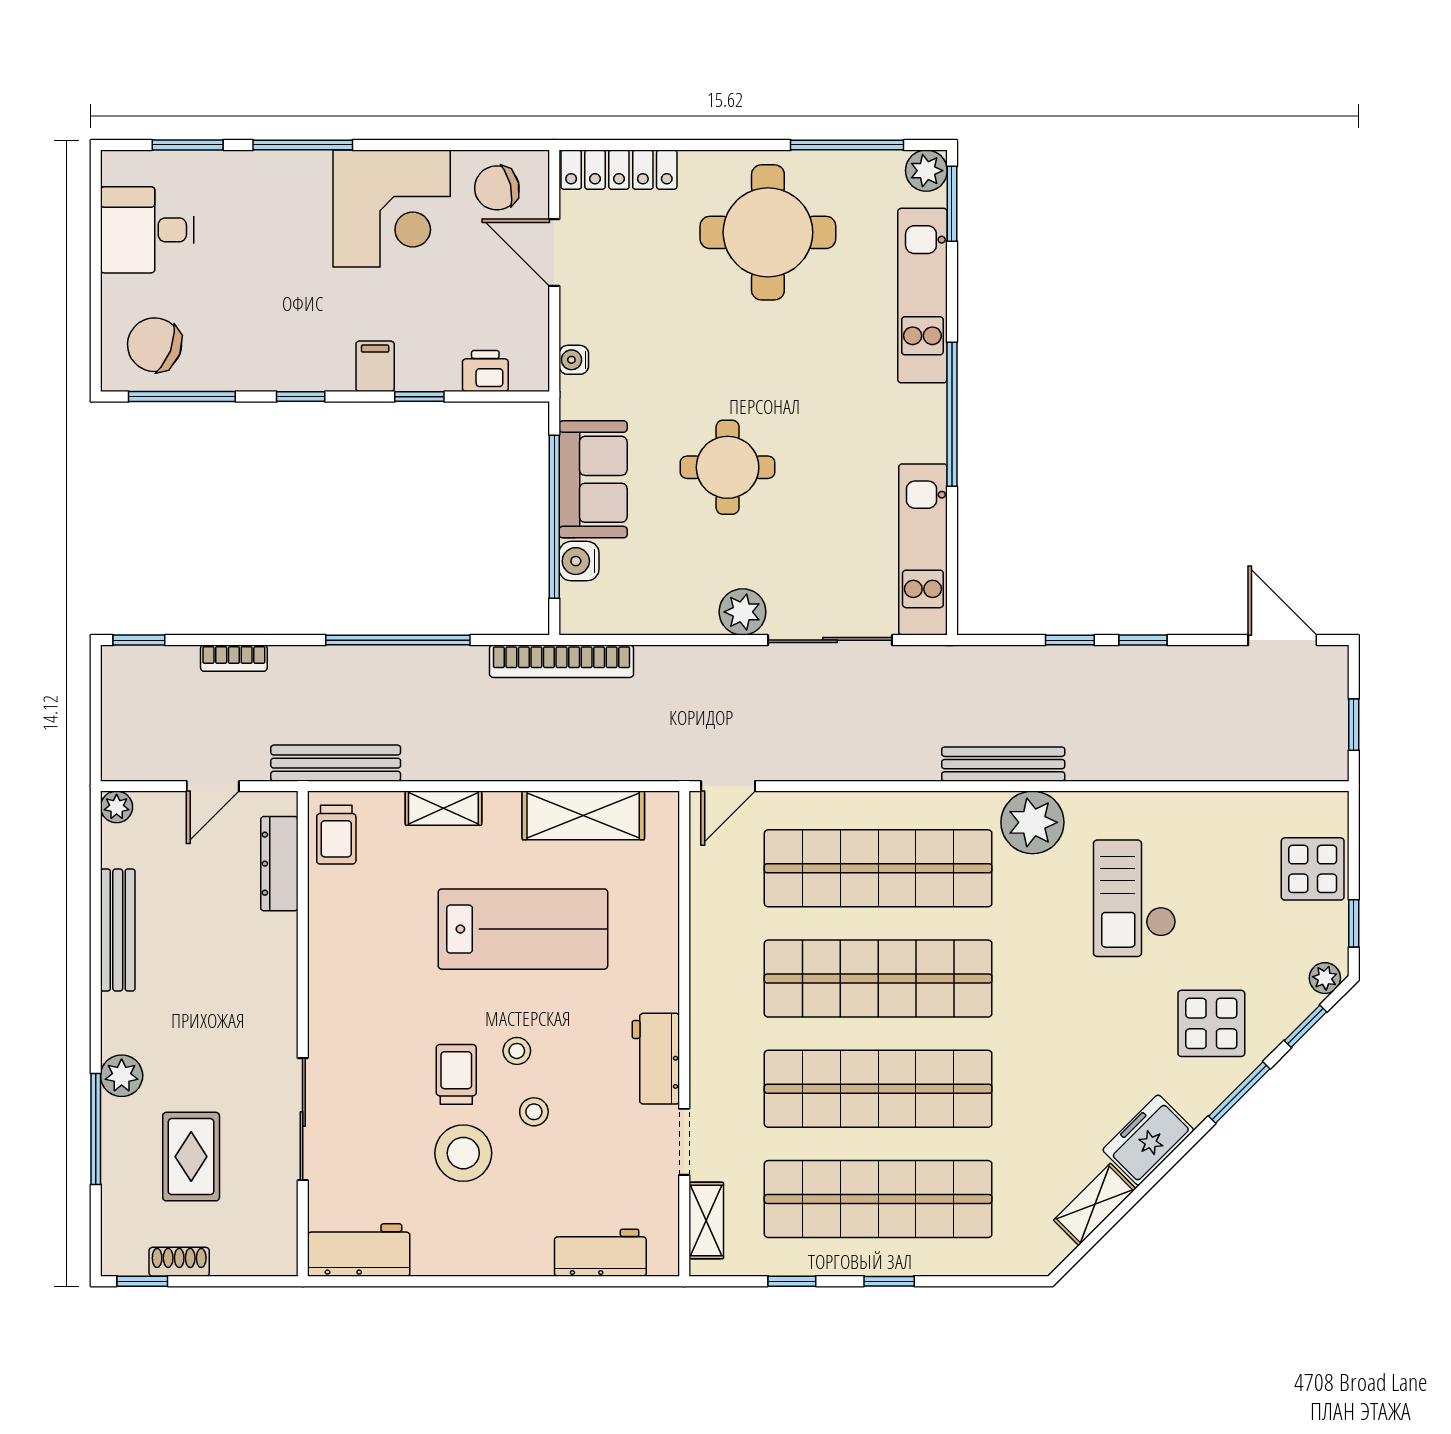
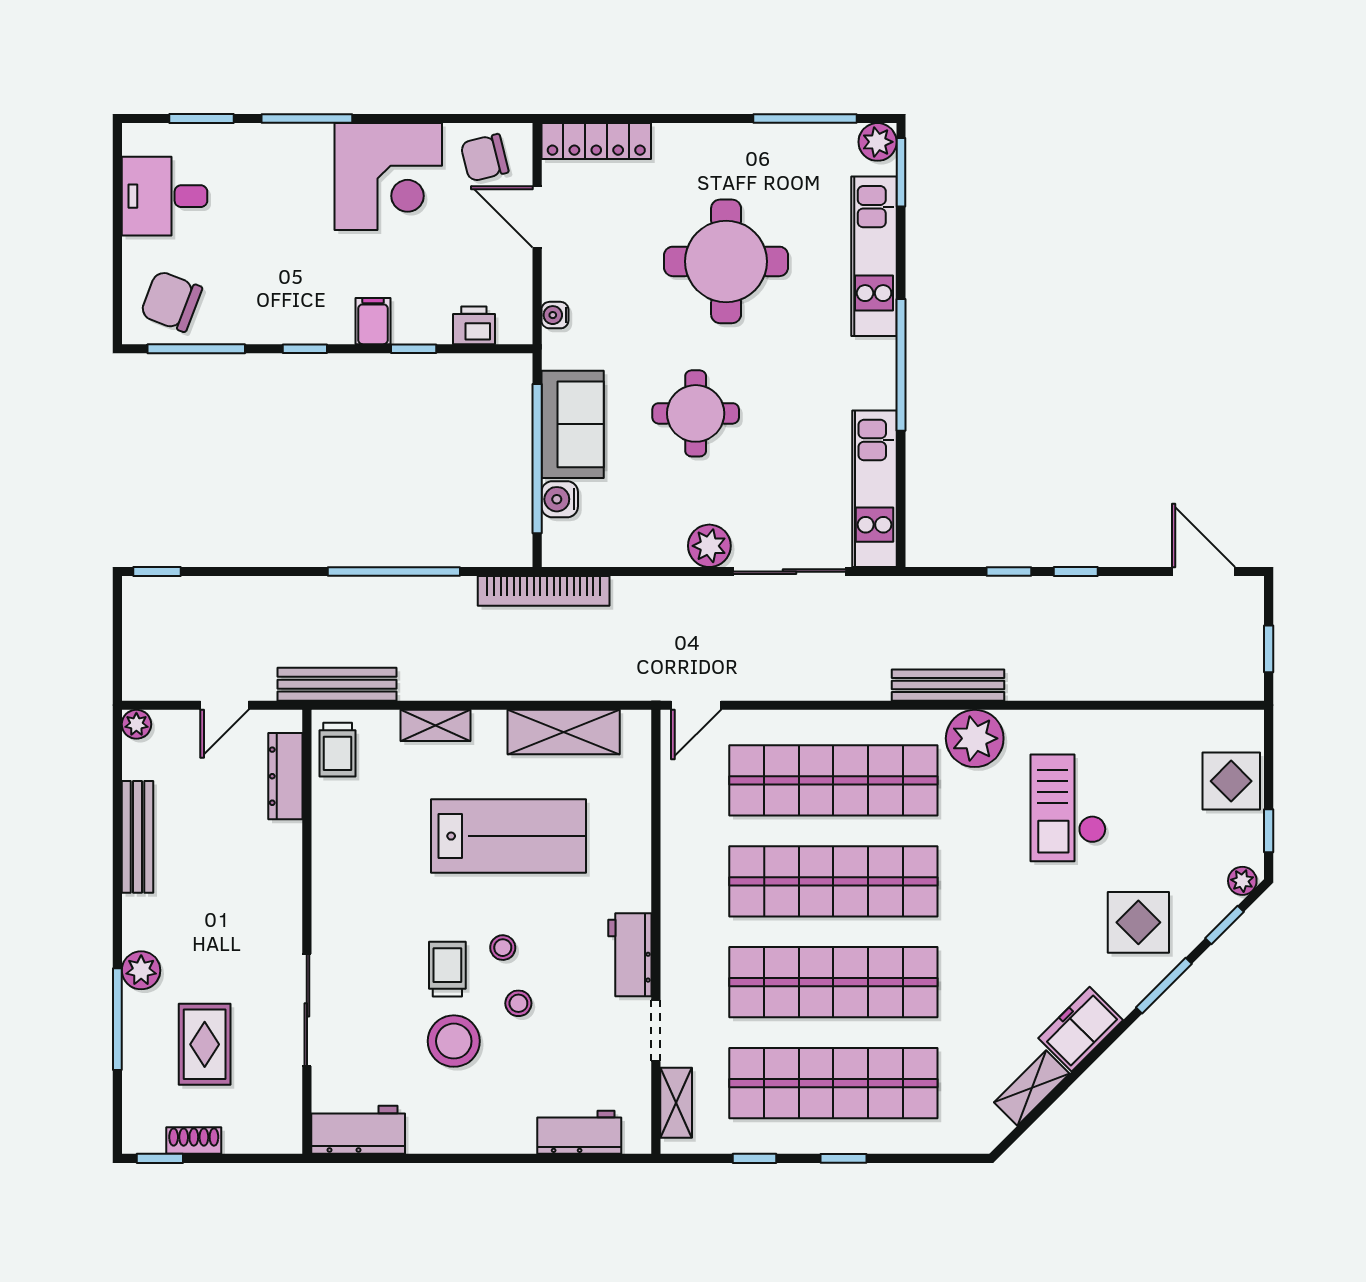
round table: (768, 232) -> (726, 261), moved
bookcase: (234, 658) -> (244, 588), removed

